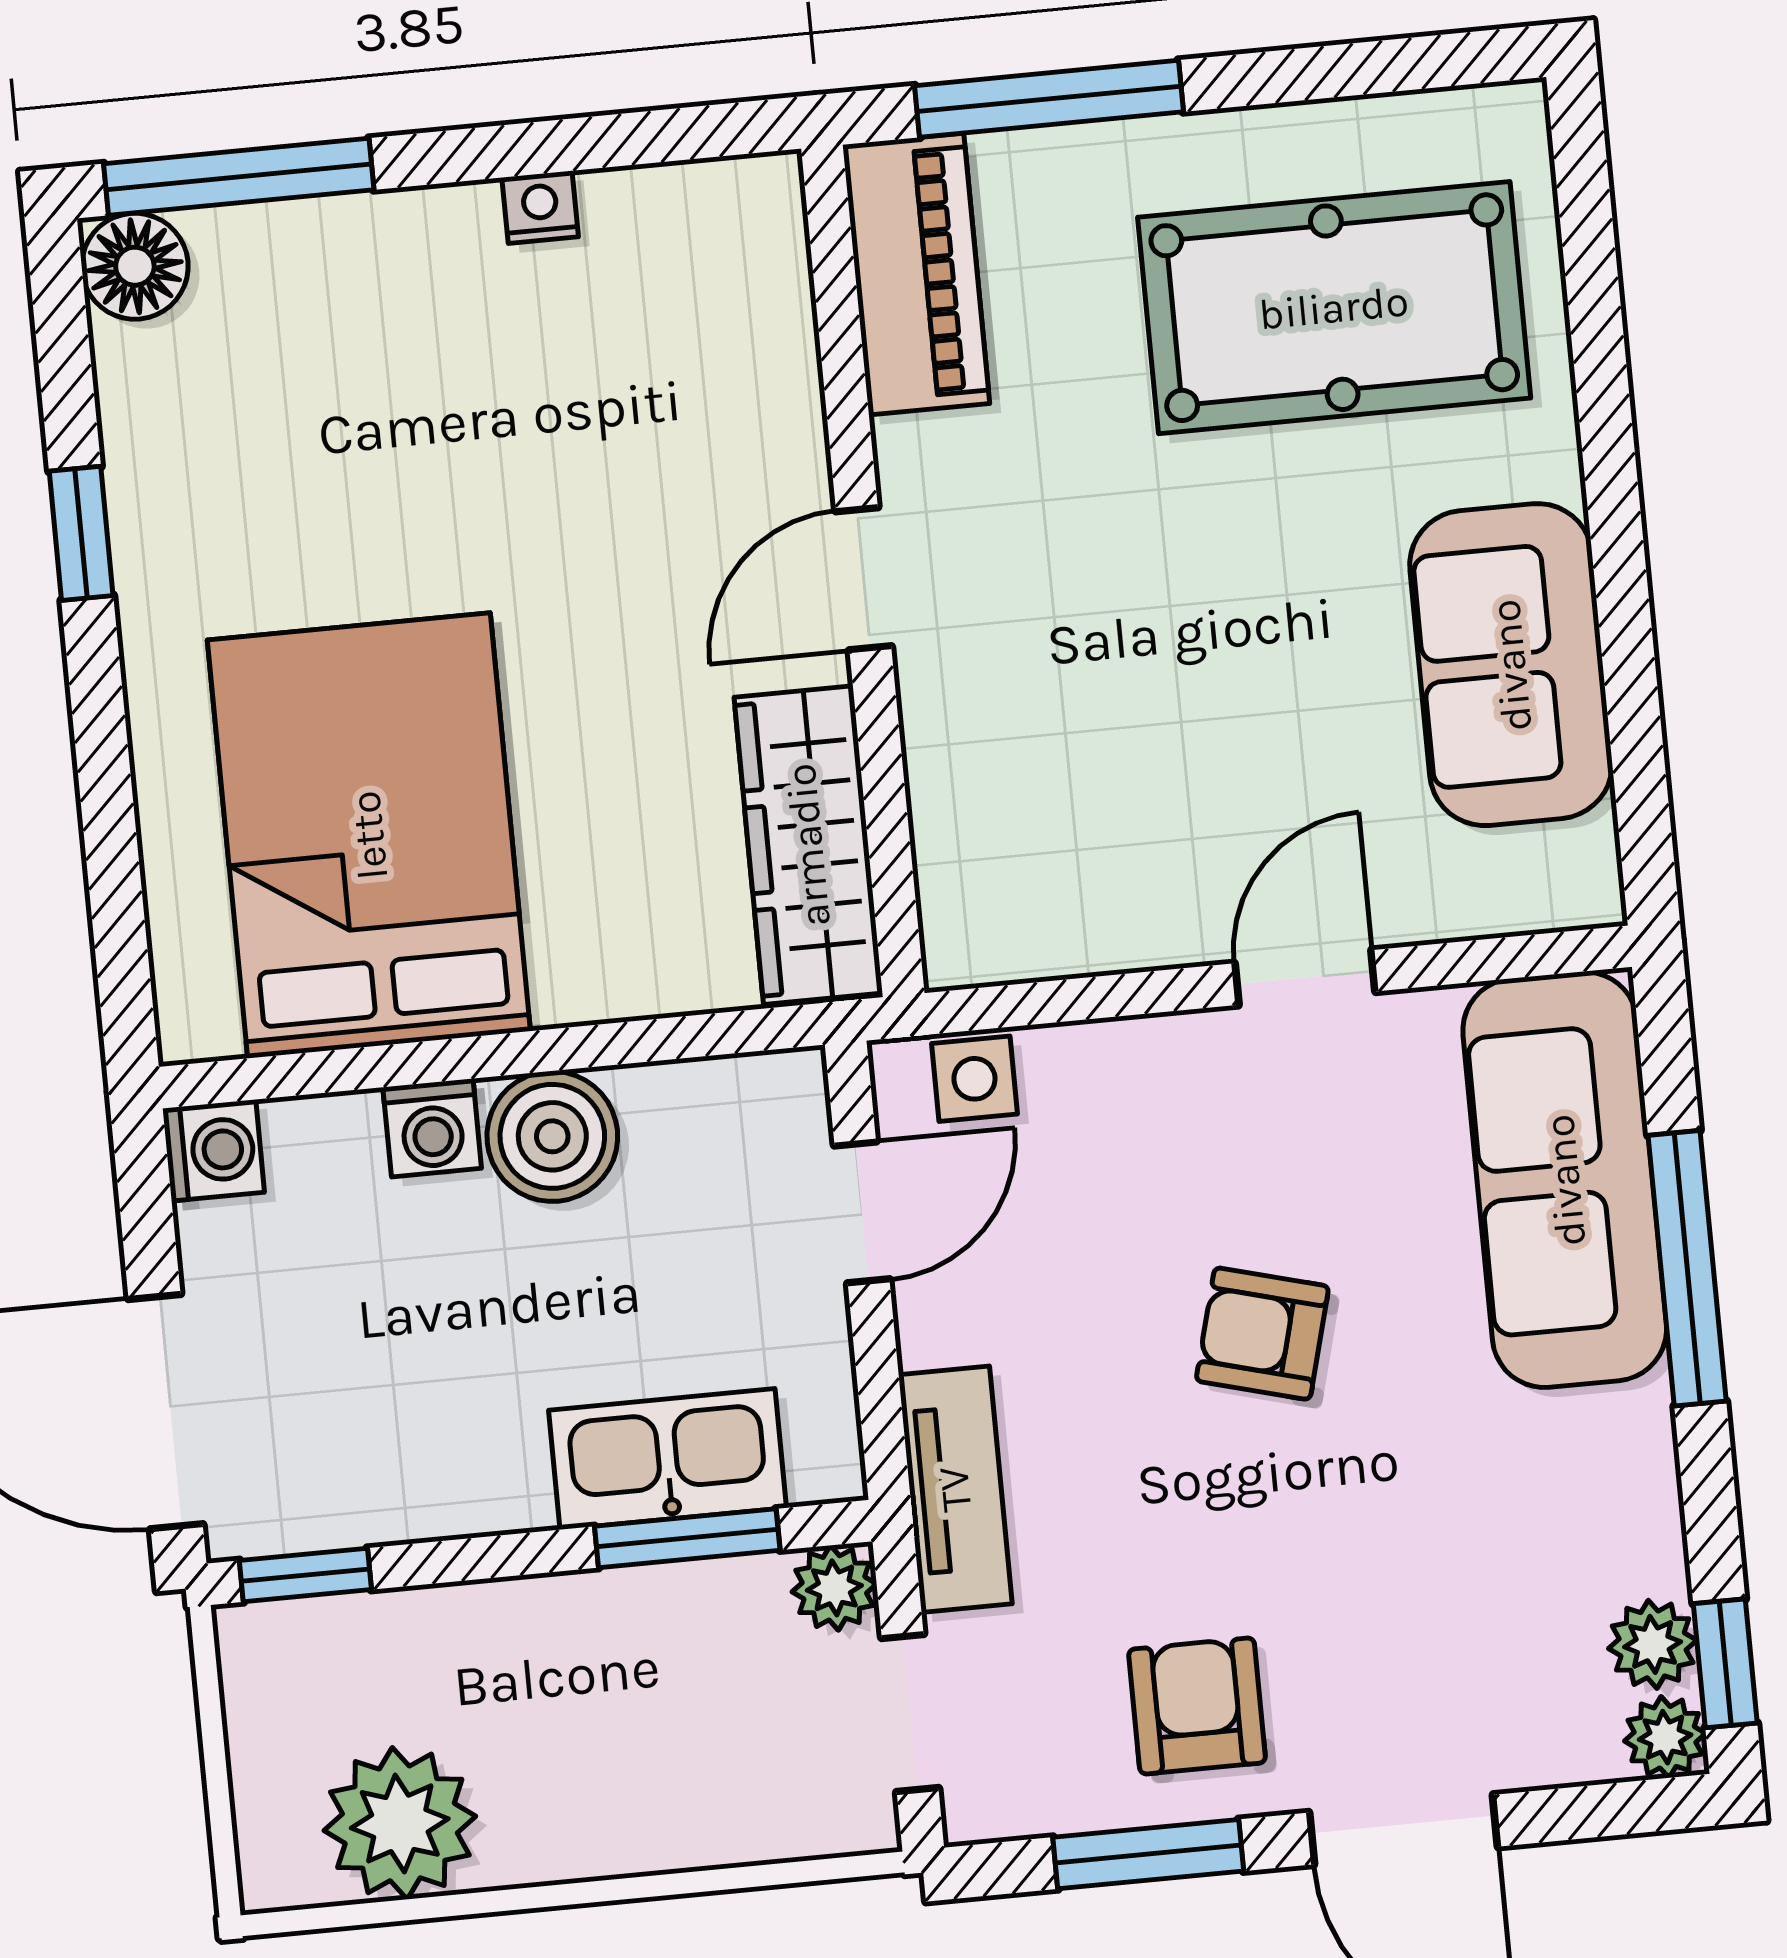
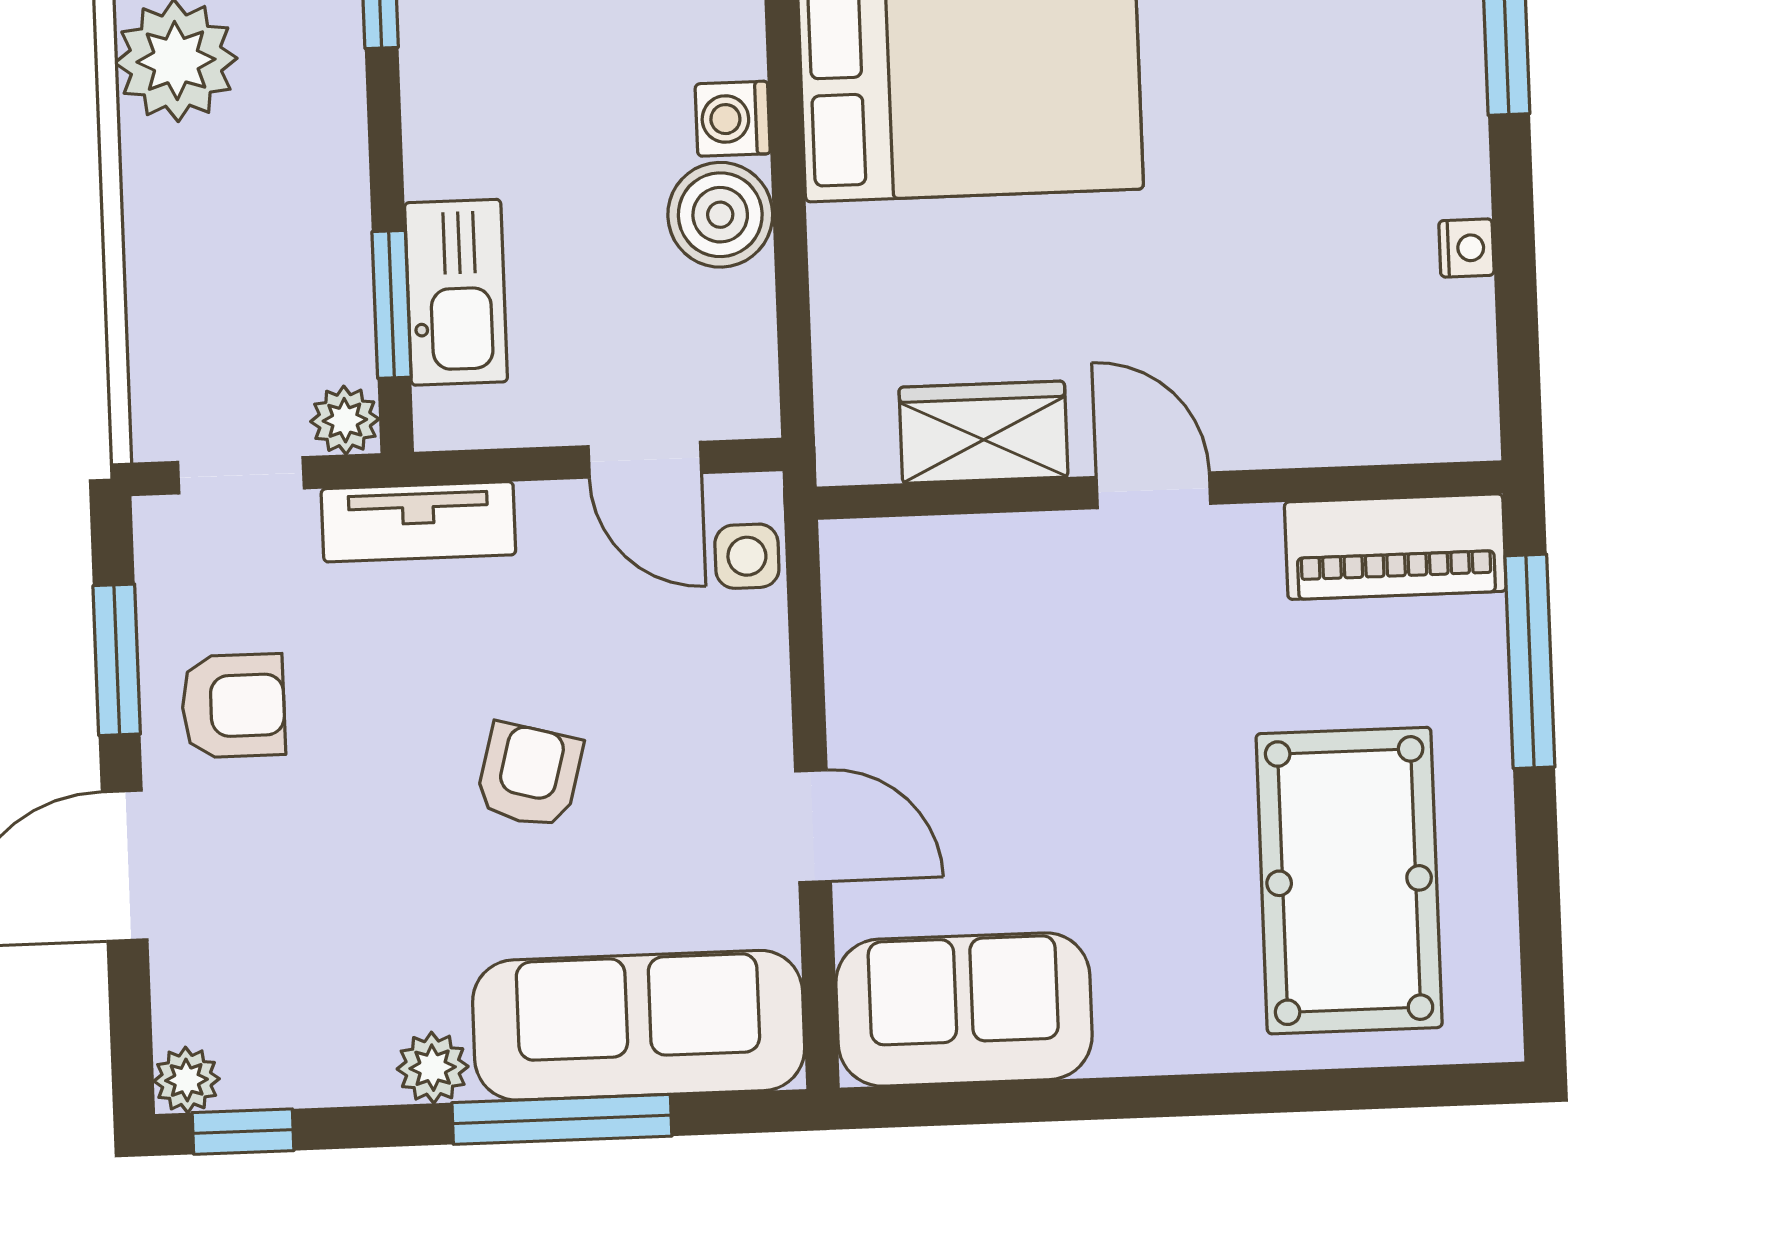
sofa: (1511, 665) -> (964, 1009), moved
wardrobe: (808, 845) -> (983, 432), width x0.67
plant: (1653, 1644) -> (433, 1068), moved

